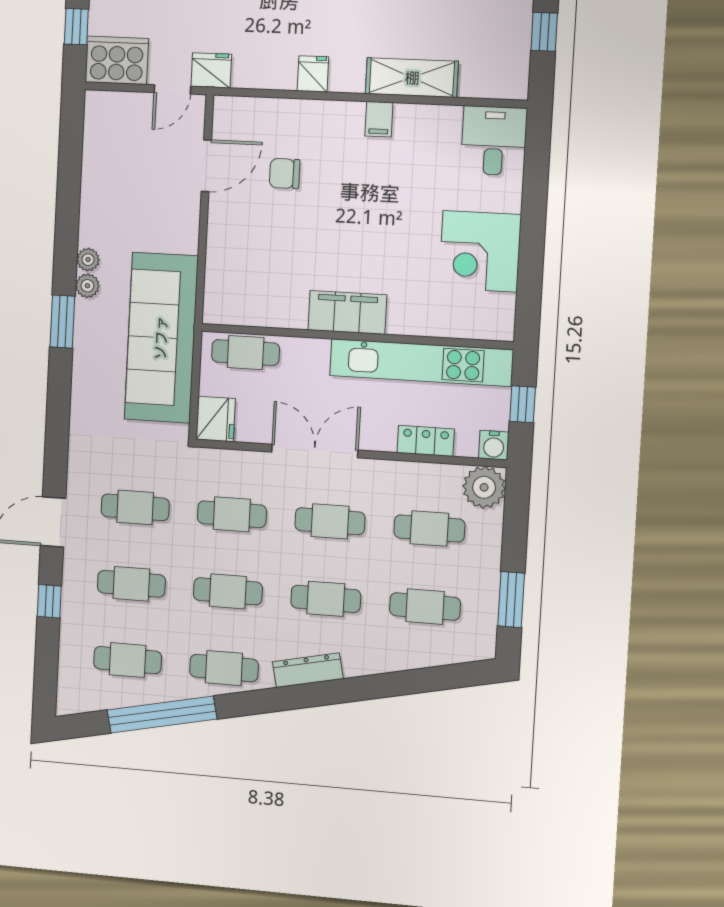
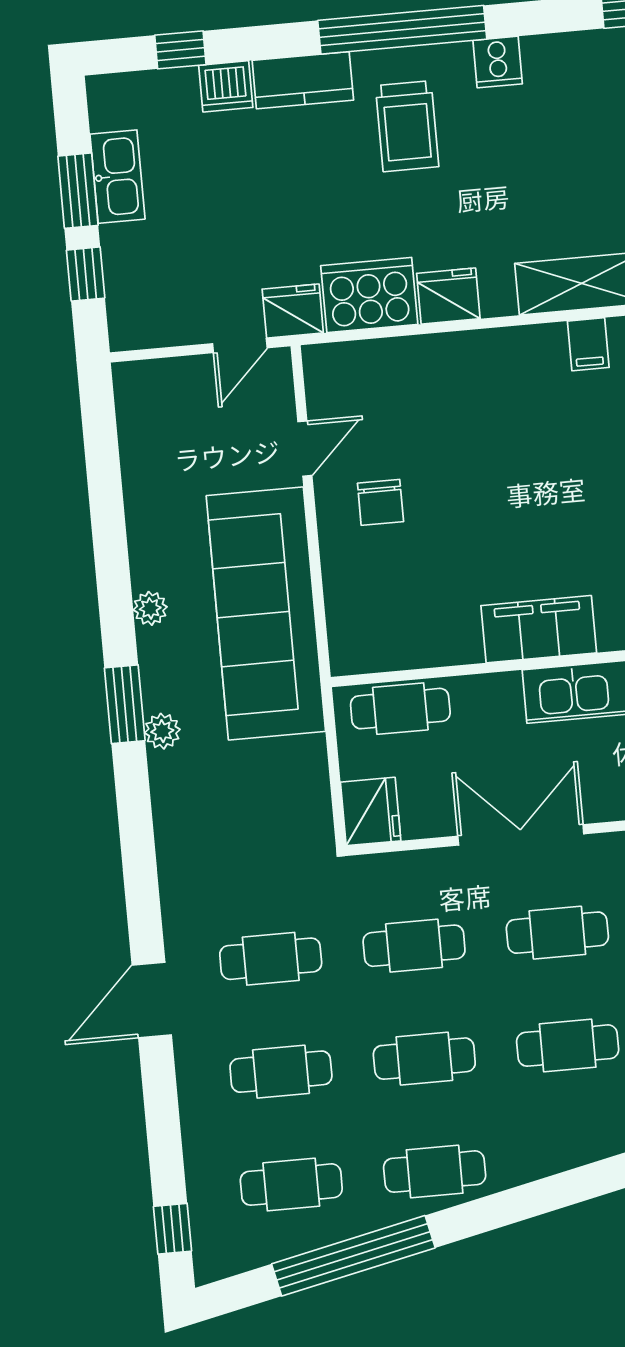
cooker: (117, 60) -> (369, 295), moved
fridge: (313, 74) -> (448, 296), width x1.38
filing cabinet: (379, 119) -> (588, 344), moved
door: (206, 166) -> (305, 449), width x0.73
chair: (285, 174) -> (380, 502), moved, turned -90
plant: (87, 286) -> (162, 731), moved
sofa: (161, 338) -> (266, 613), moved
window: (49, 601) -> (173, 1229), moved
dresser: (308, 670) -> (557, 1154), removed

